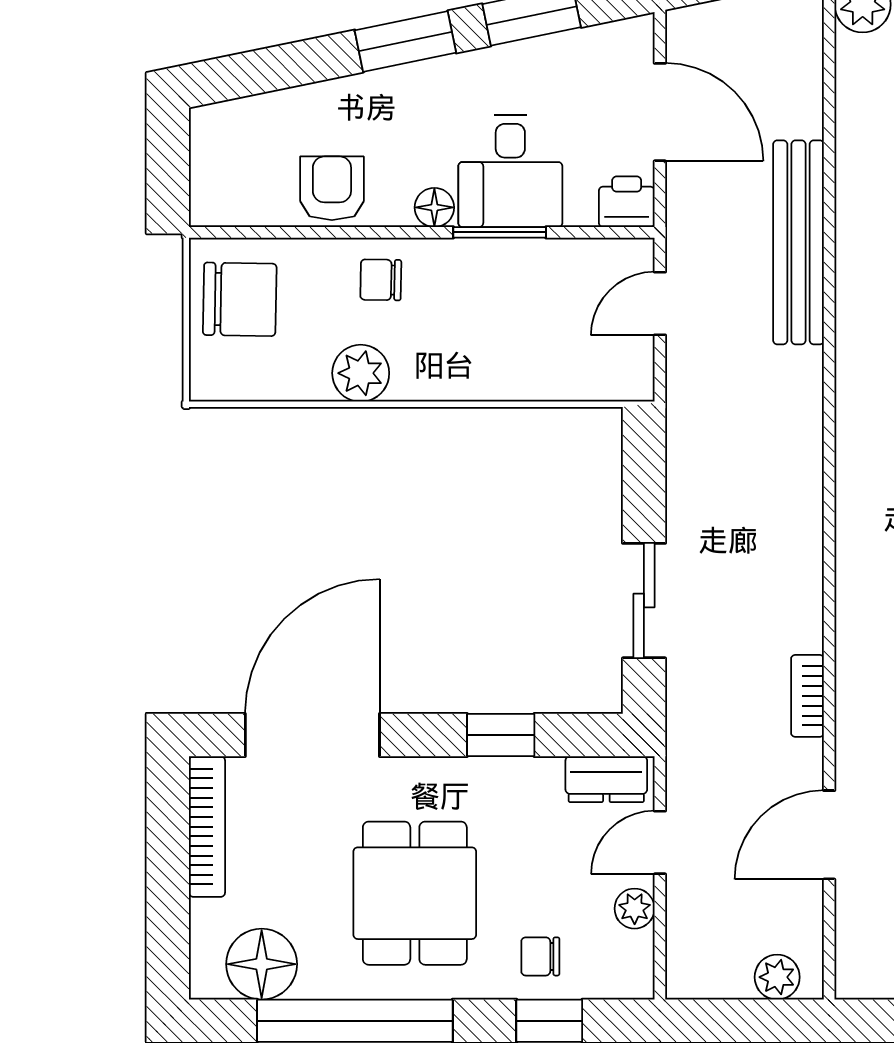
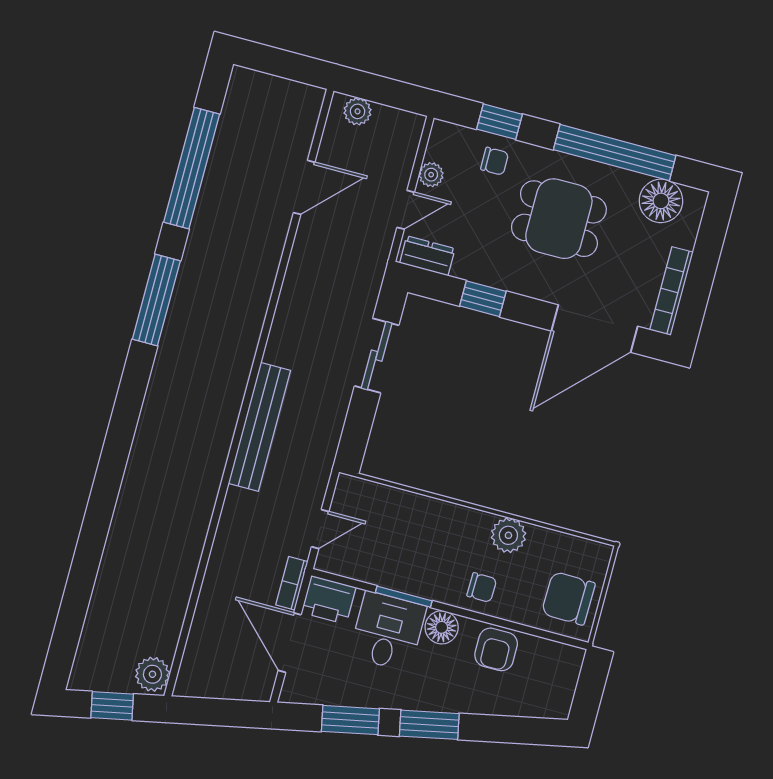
printer: (627, 202) -> (329, 600), width x1.36, depth x1.24
floor lamp: (434, 207) -> (442, 627), width x1.37, depth x1.37
bench: (798, 242) -> (259, 427), moved
bookcase: (807, 696) -> (292, 583), moved, turned 180
dining table: (415, 893) -> (559, 219), turned 90

